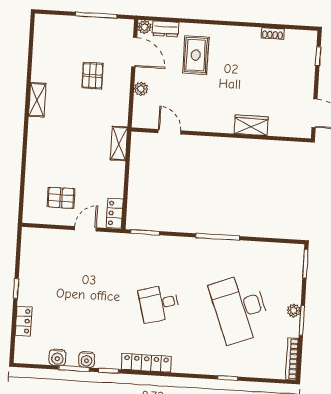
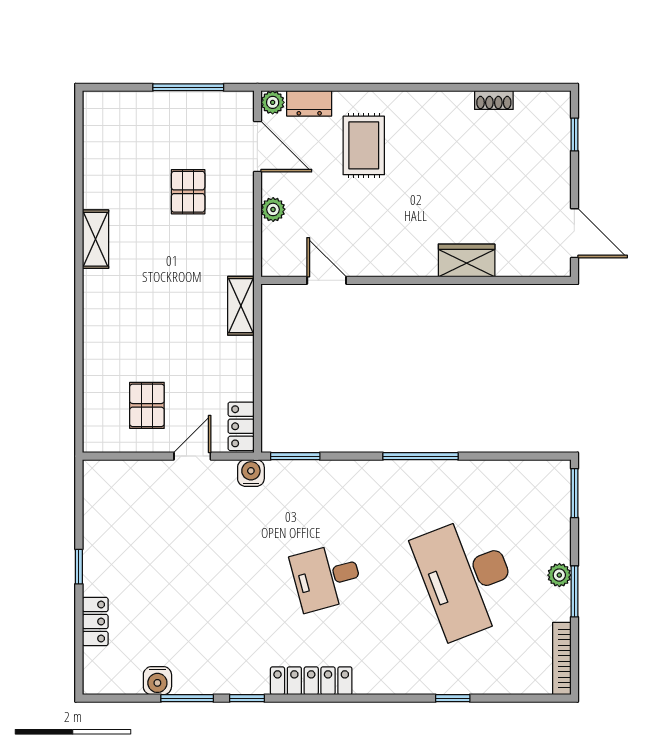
pallet: (61, 198) -> (147, 405), turned 90
water cooler: (87, 360) -> (251, 473), moved, turned 180

